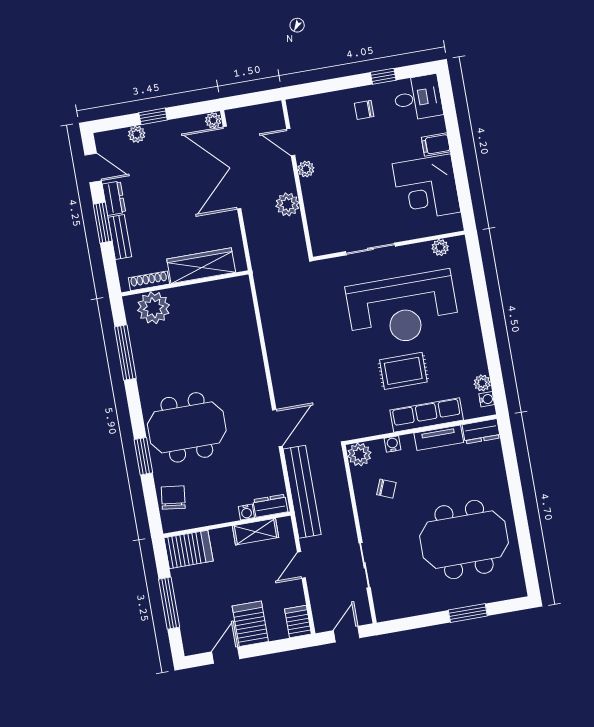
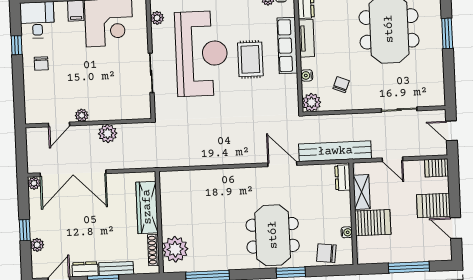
water cooler: (246, 512) -> (347, 232), moved
server rack: (188, 549) -> (373, 223), moved, turned 90

